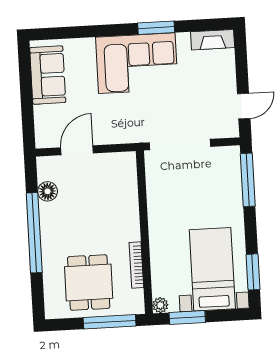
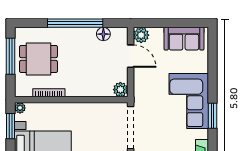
plant: (46, 137) -> (141, 35), added
plant: (126, 162) -> (120, 90), added
window: (110, 322) -> (10, 56), moved

